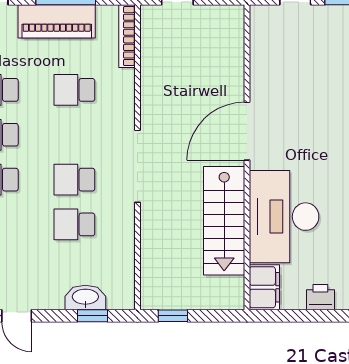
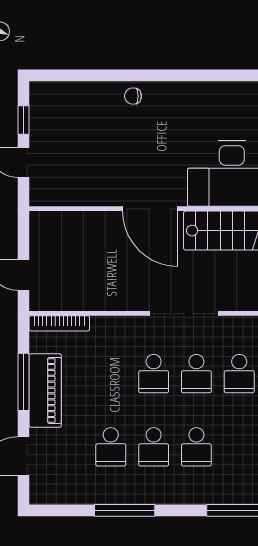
school desk: (74, 90) -> (154, 374), moved

